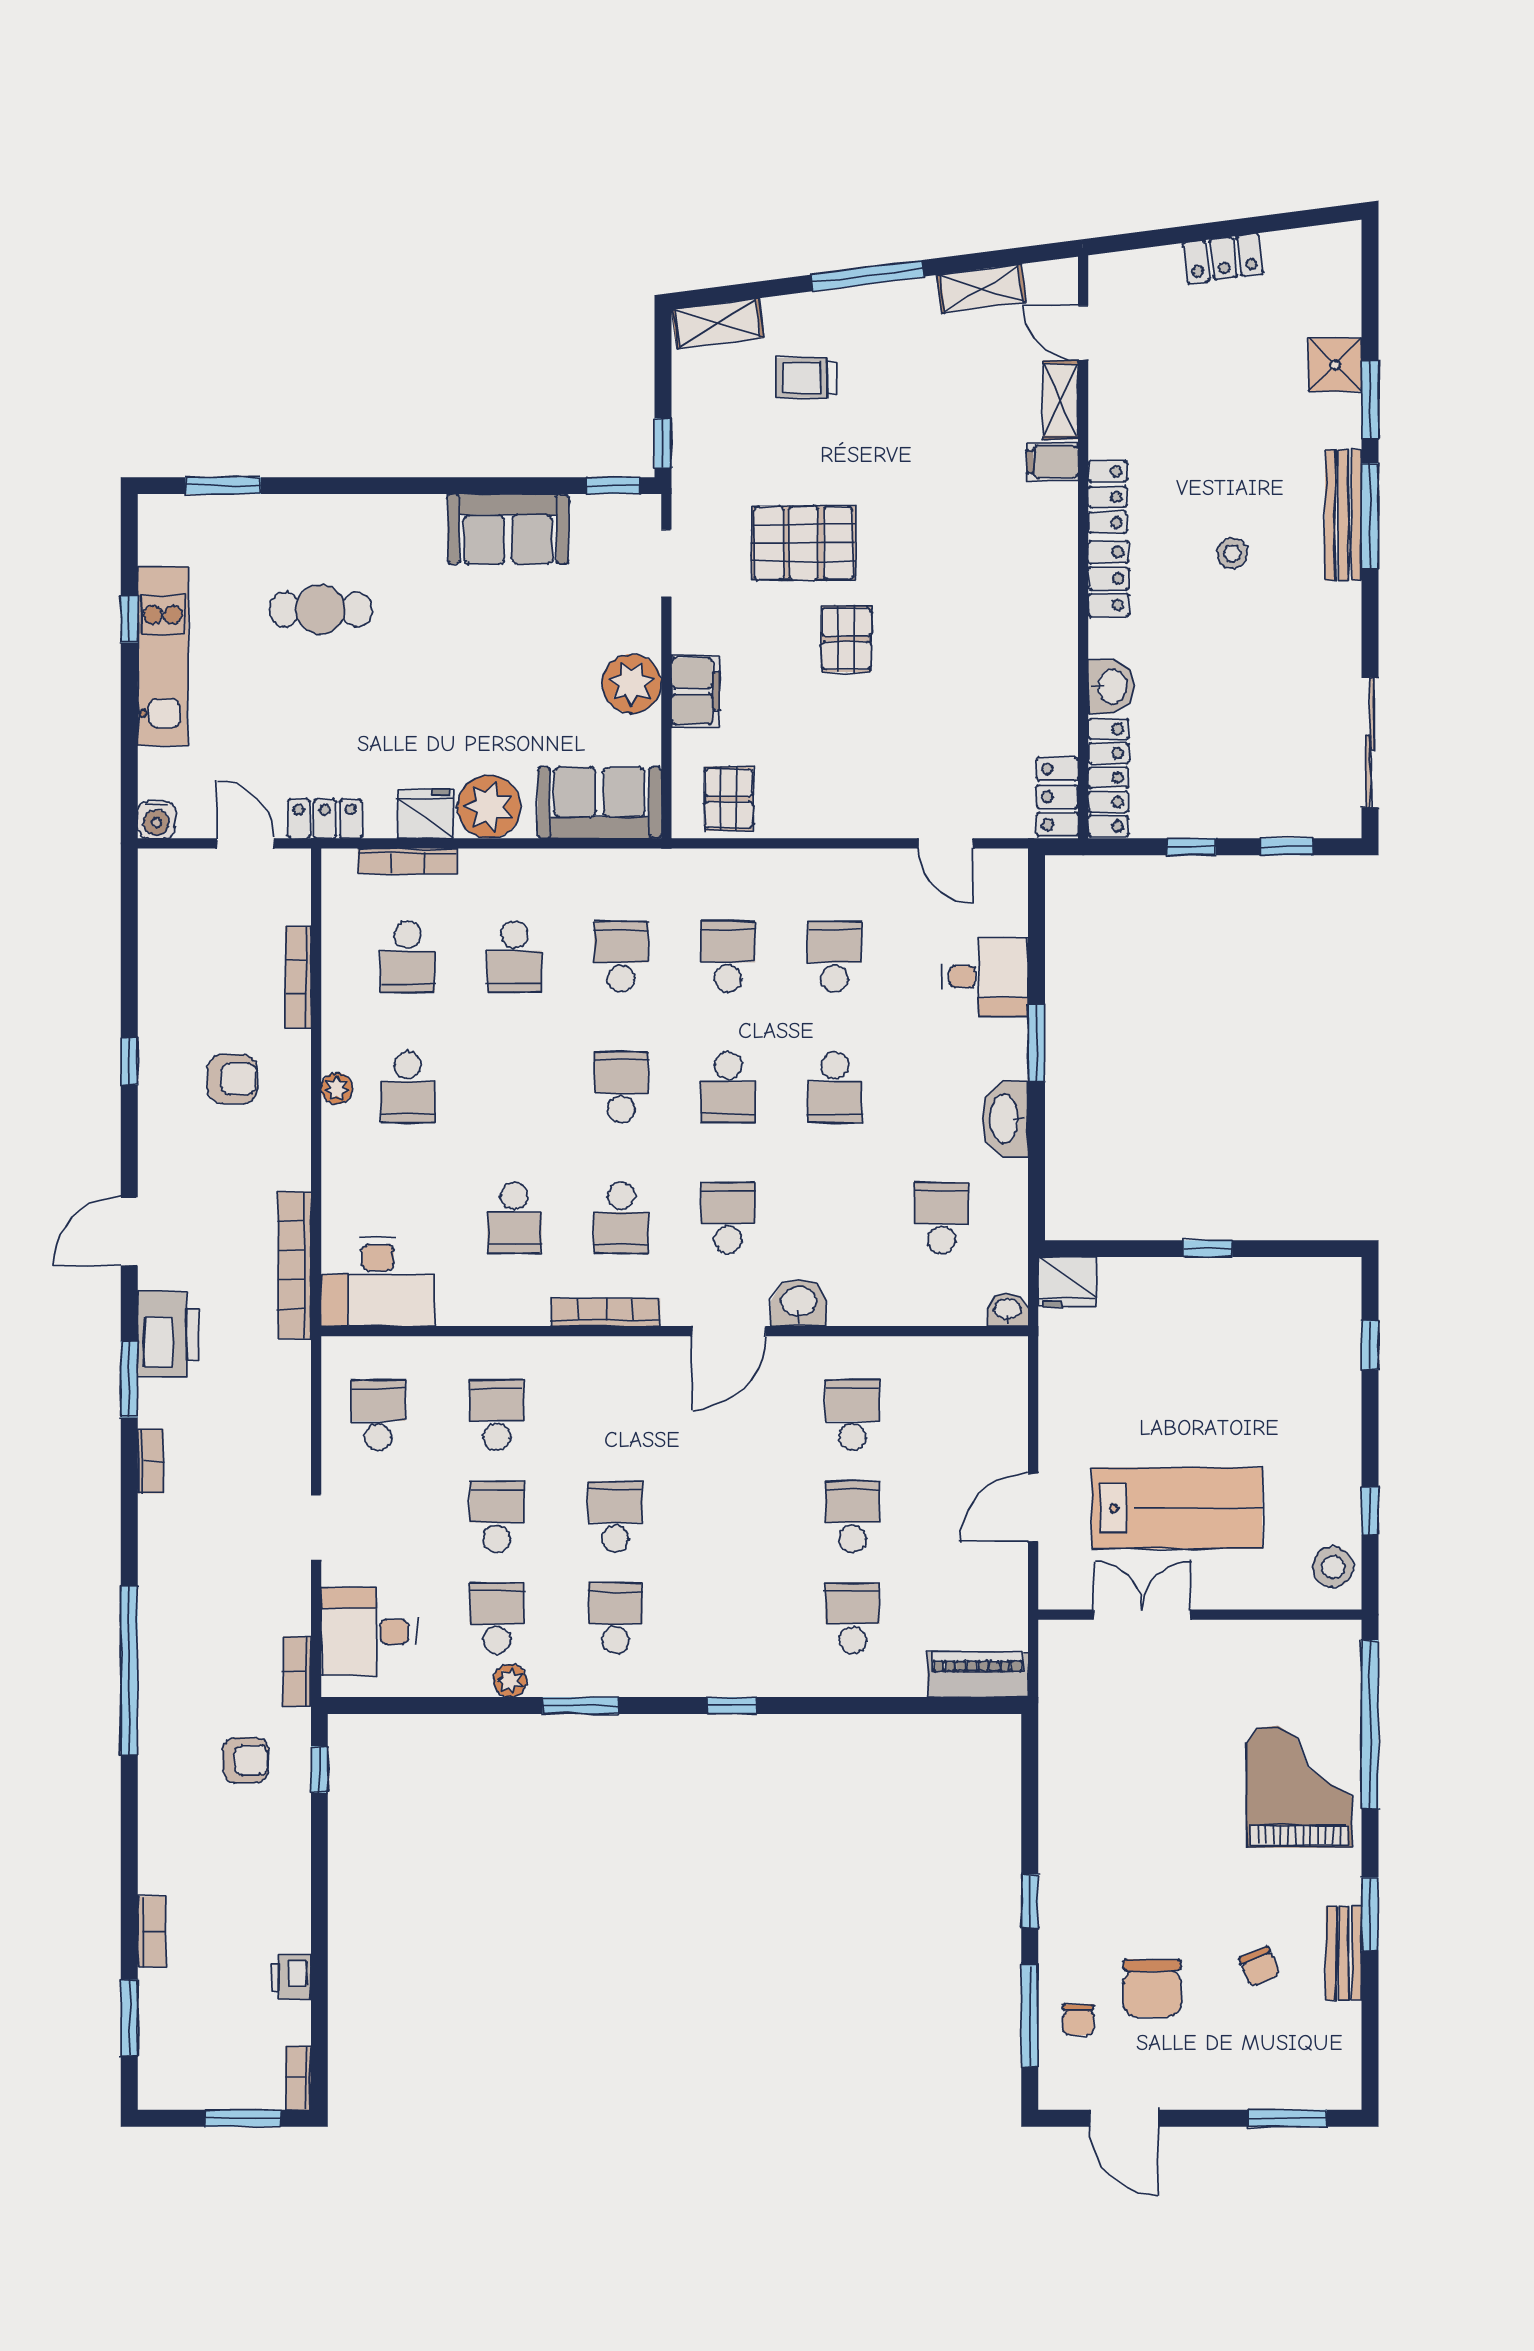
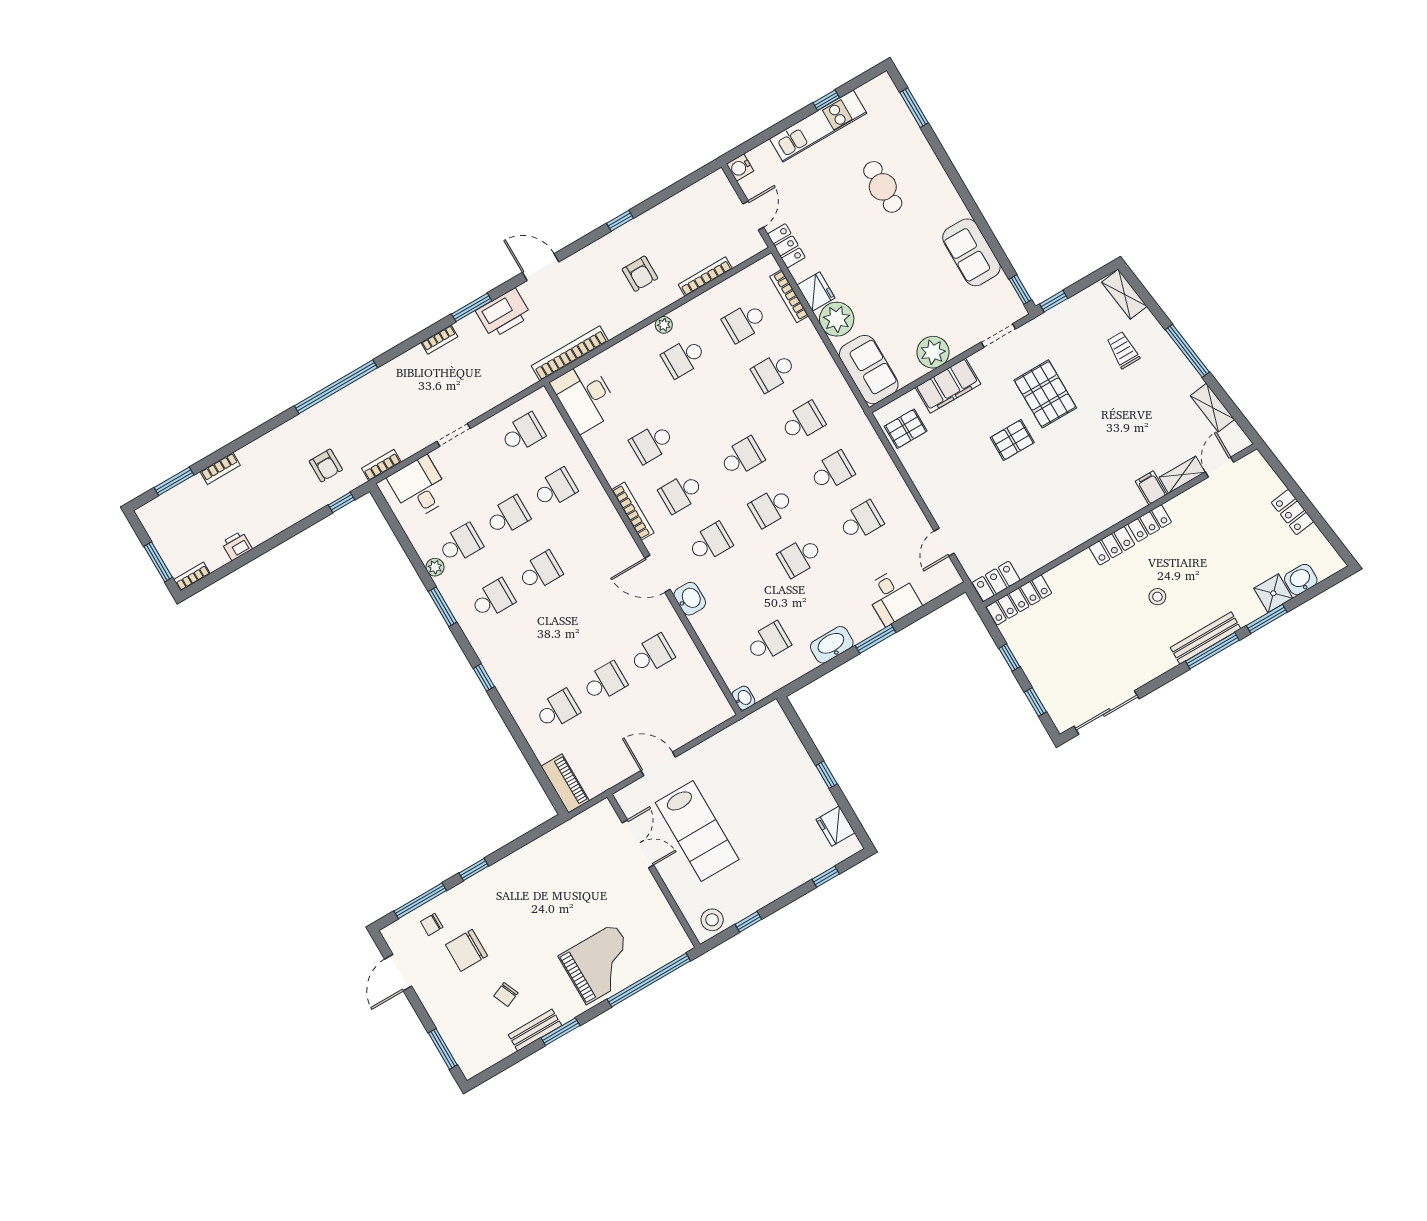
washbasin: (1111, 686) -> (1301, 580), moved, turned 180
filing cabinet: (695, 691) -> (948, 386), width x1.50, depth x1.17
fridge: (1067, 1282) -> (836, 826), moved

